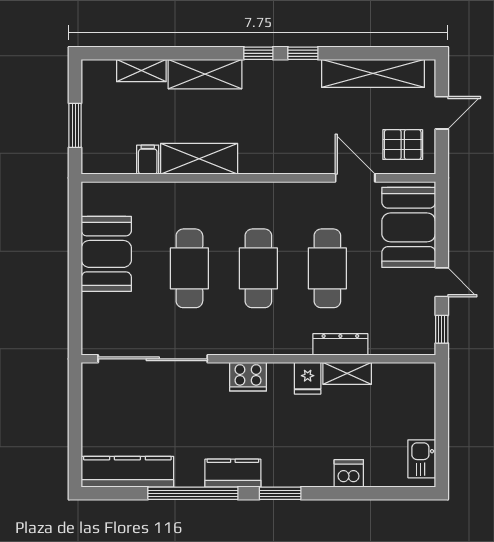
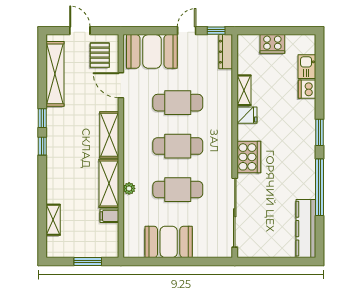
shelving: (205, 74) -> (109, 135), moved
door: (355, 178) -> (121, 85), hinge flipped
plant: (191, 191) -> (129, 188), added
dresser: (340, 344) -> (226, 52), moved
cooker: (248, 377) -> (249, 157), width x1.37, depth x1.31
cooker: (421, 418) -> (272, 44), added
kitchen sink: (422, 459) -> (307, 67), moved, turned 90
kitchen counter: (233, 473) -> (307, 162), removed

